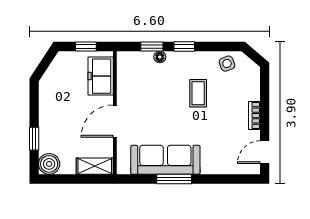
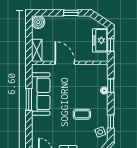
window: (184, 47) -> (111, 122), moved
freezer: (101, 76) -> (100, 40), moved, turned -90
window: (34, 139) -> (71, 13), moved

